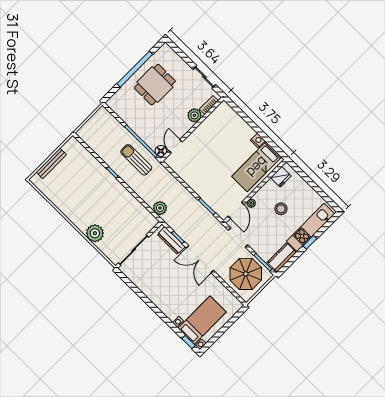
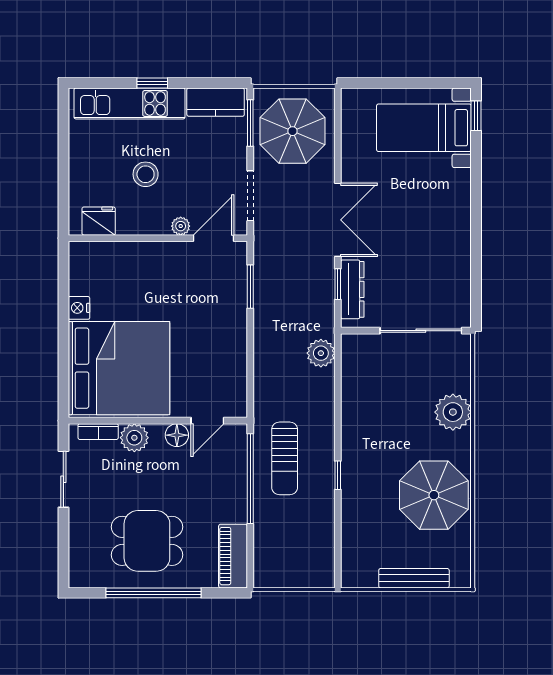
piano: (120, 109) -> (233, 556), added
floor lamp: (161, 151) -> (177, 435), moved
bed: (257, 167) -> (119, 368), moved, width x2.04
parasol: (73, 198) -> (434, 495), added

